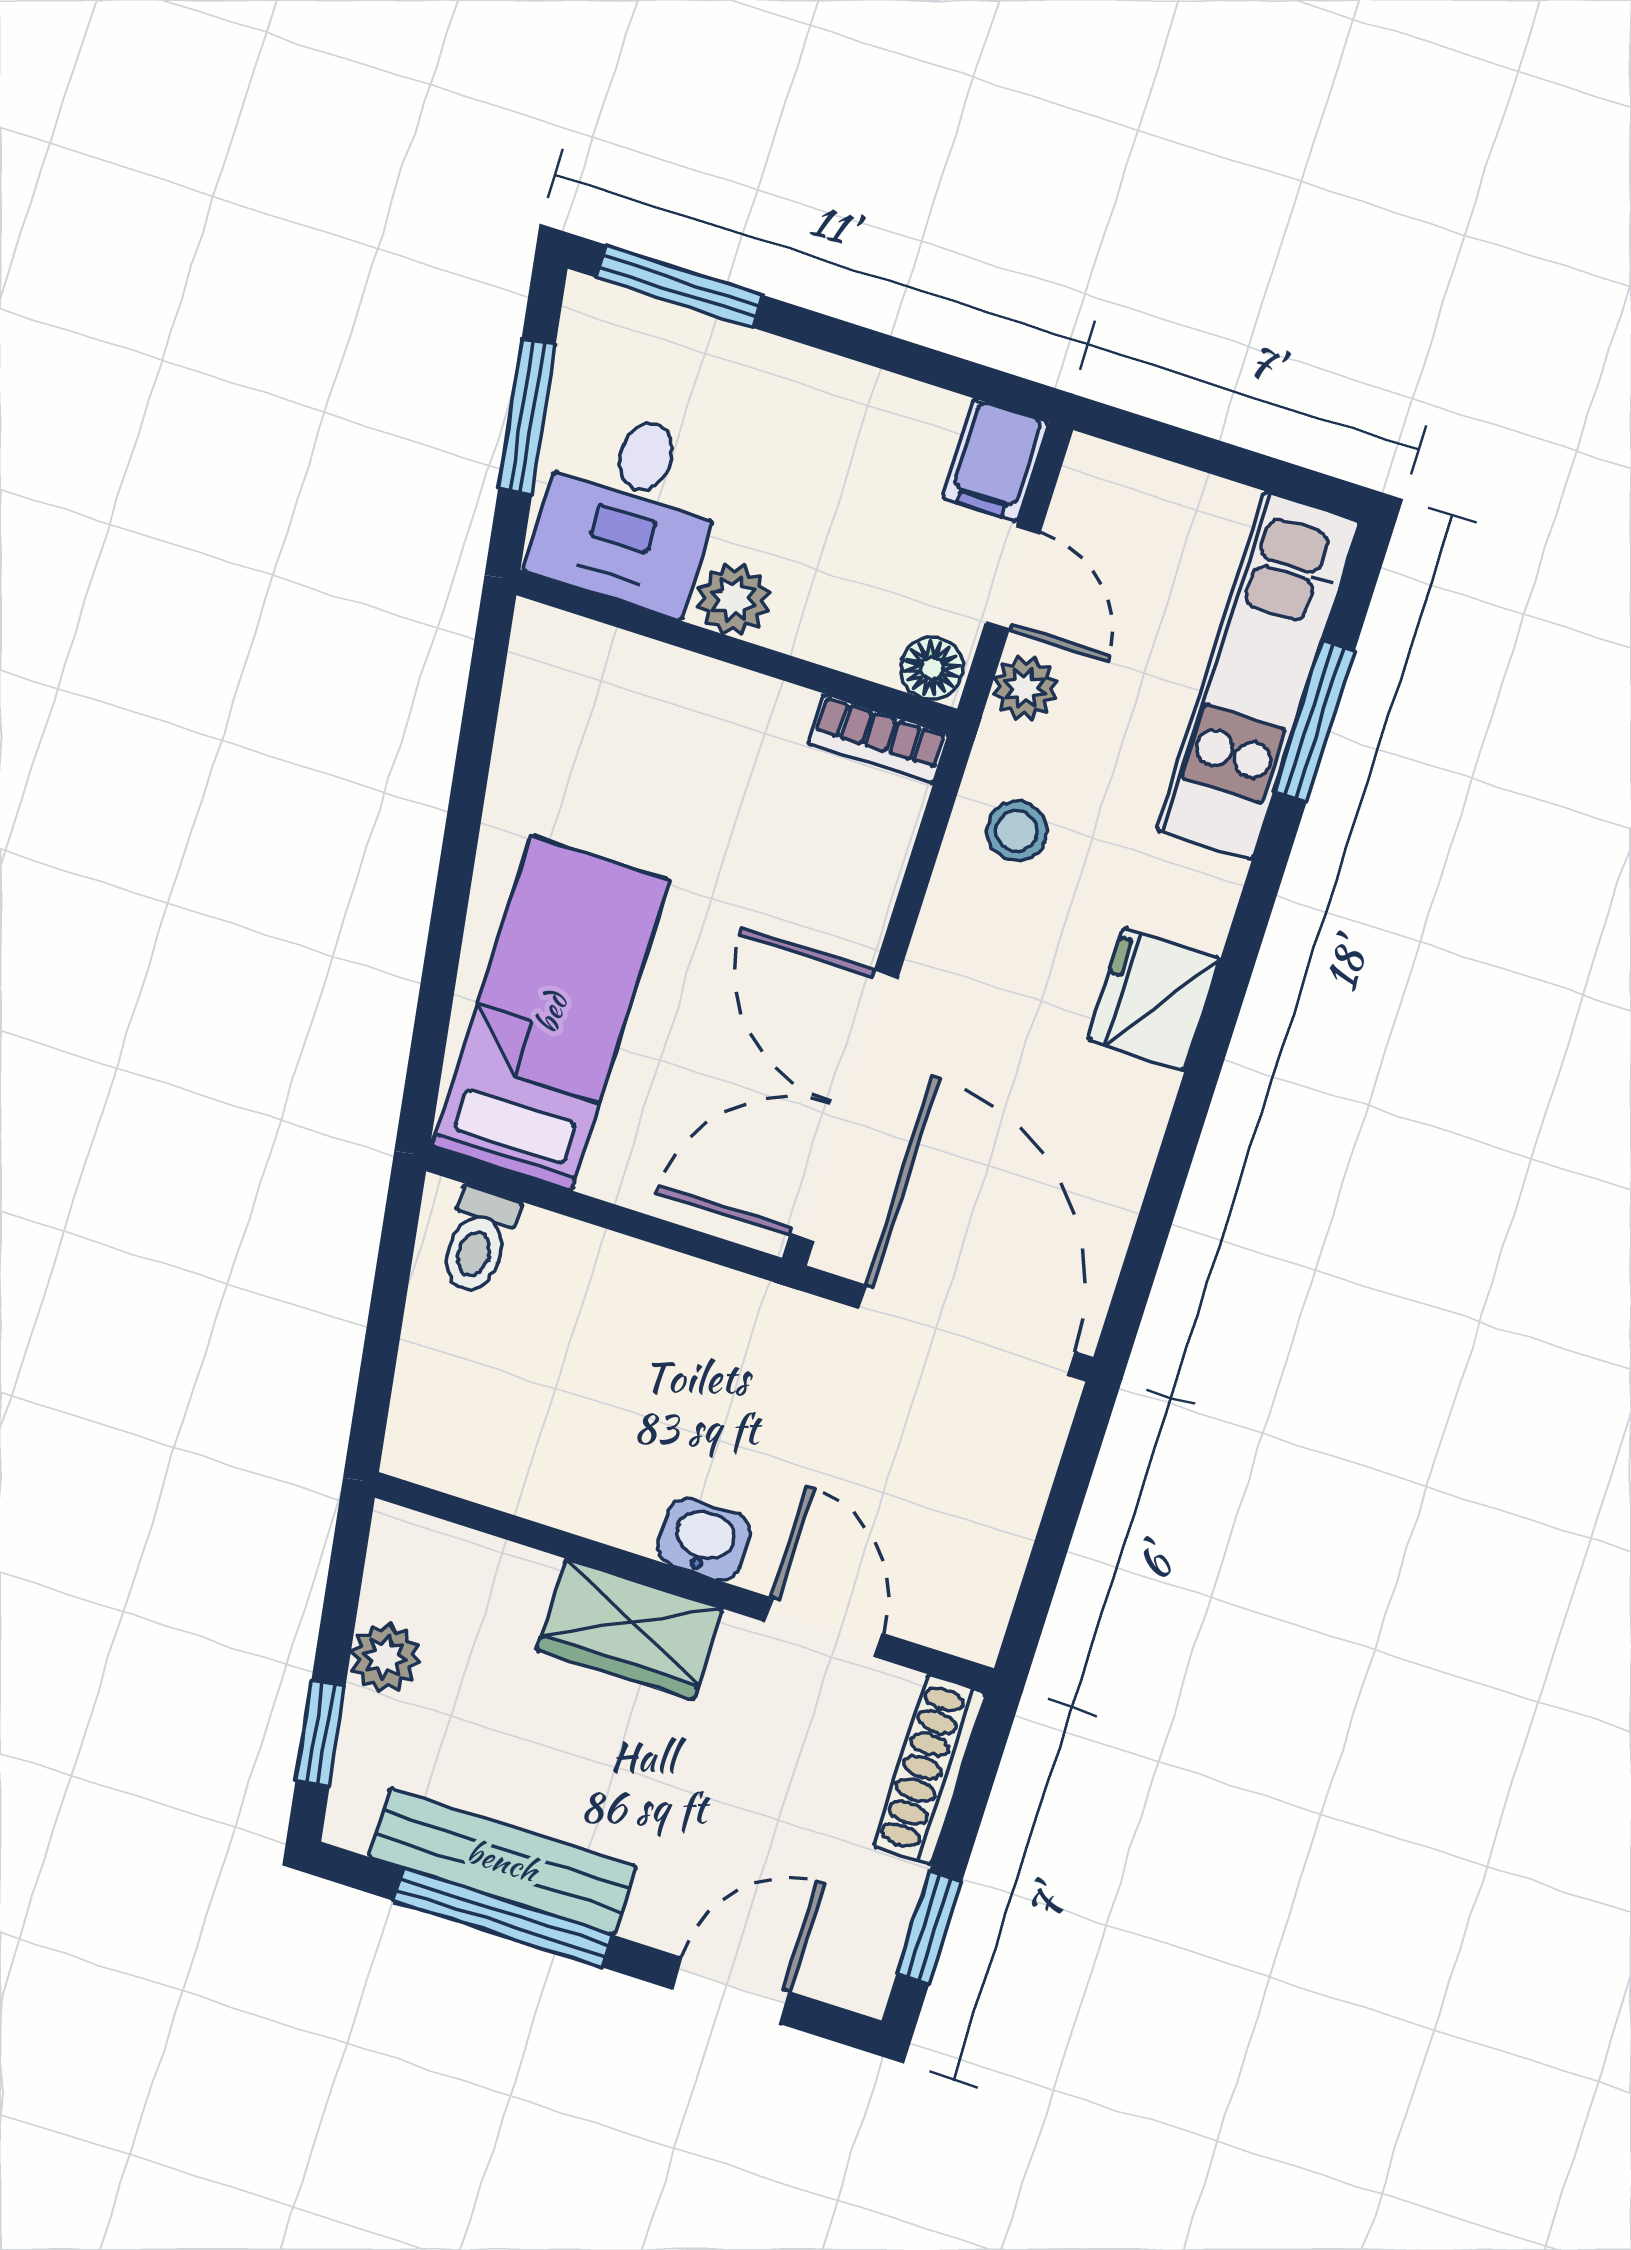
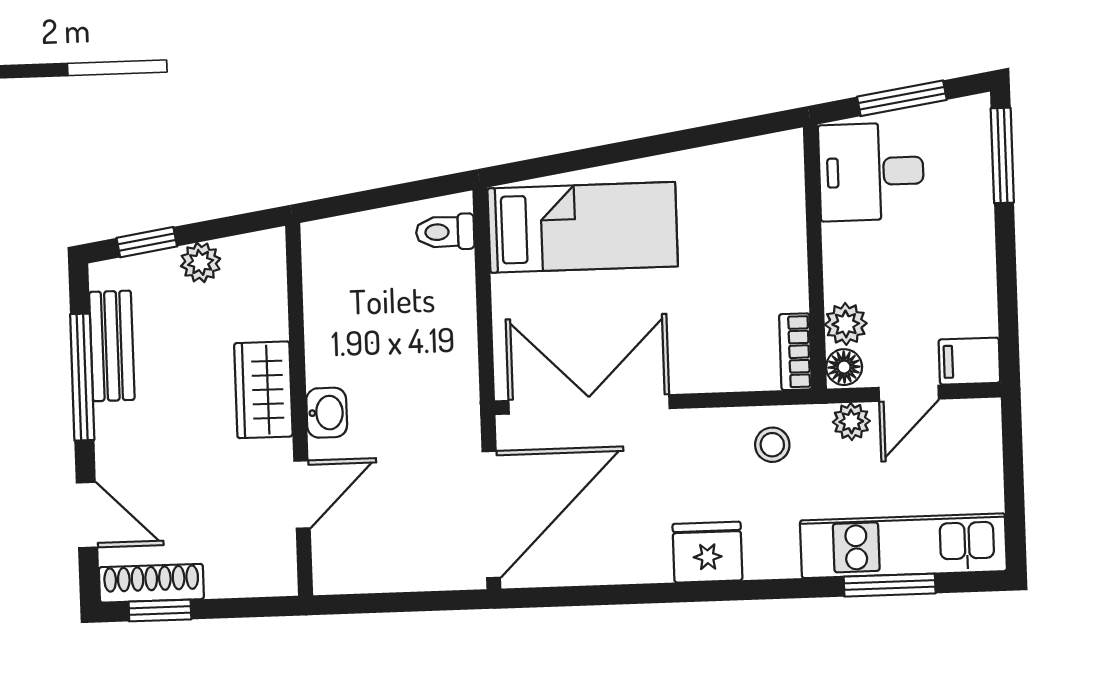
plant: (734, 599) -> (846, 324), moved
shoe rack: (930, 1770) -> (151, 583), moved
bench: (502, 1861) -> (112, 346), width x0.73

